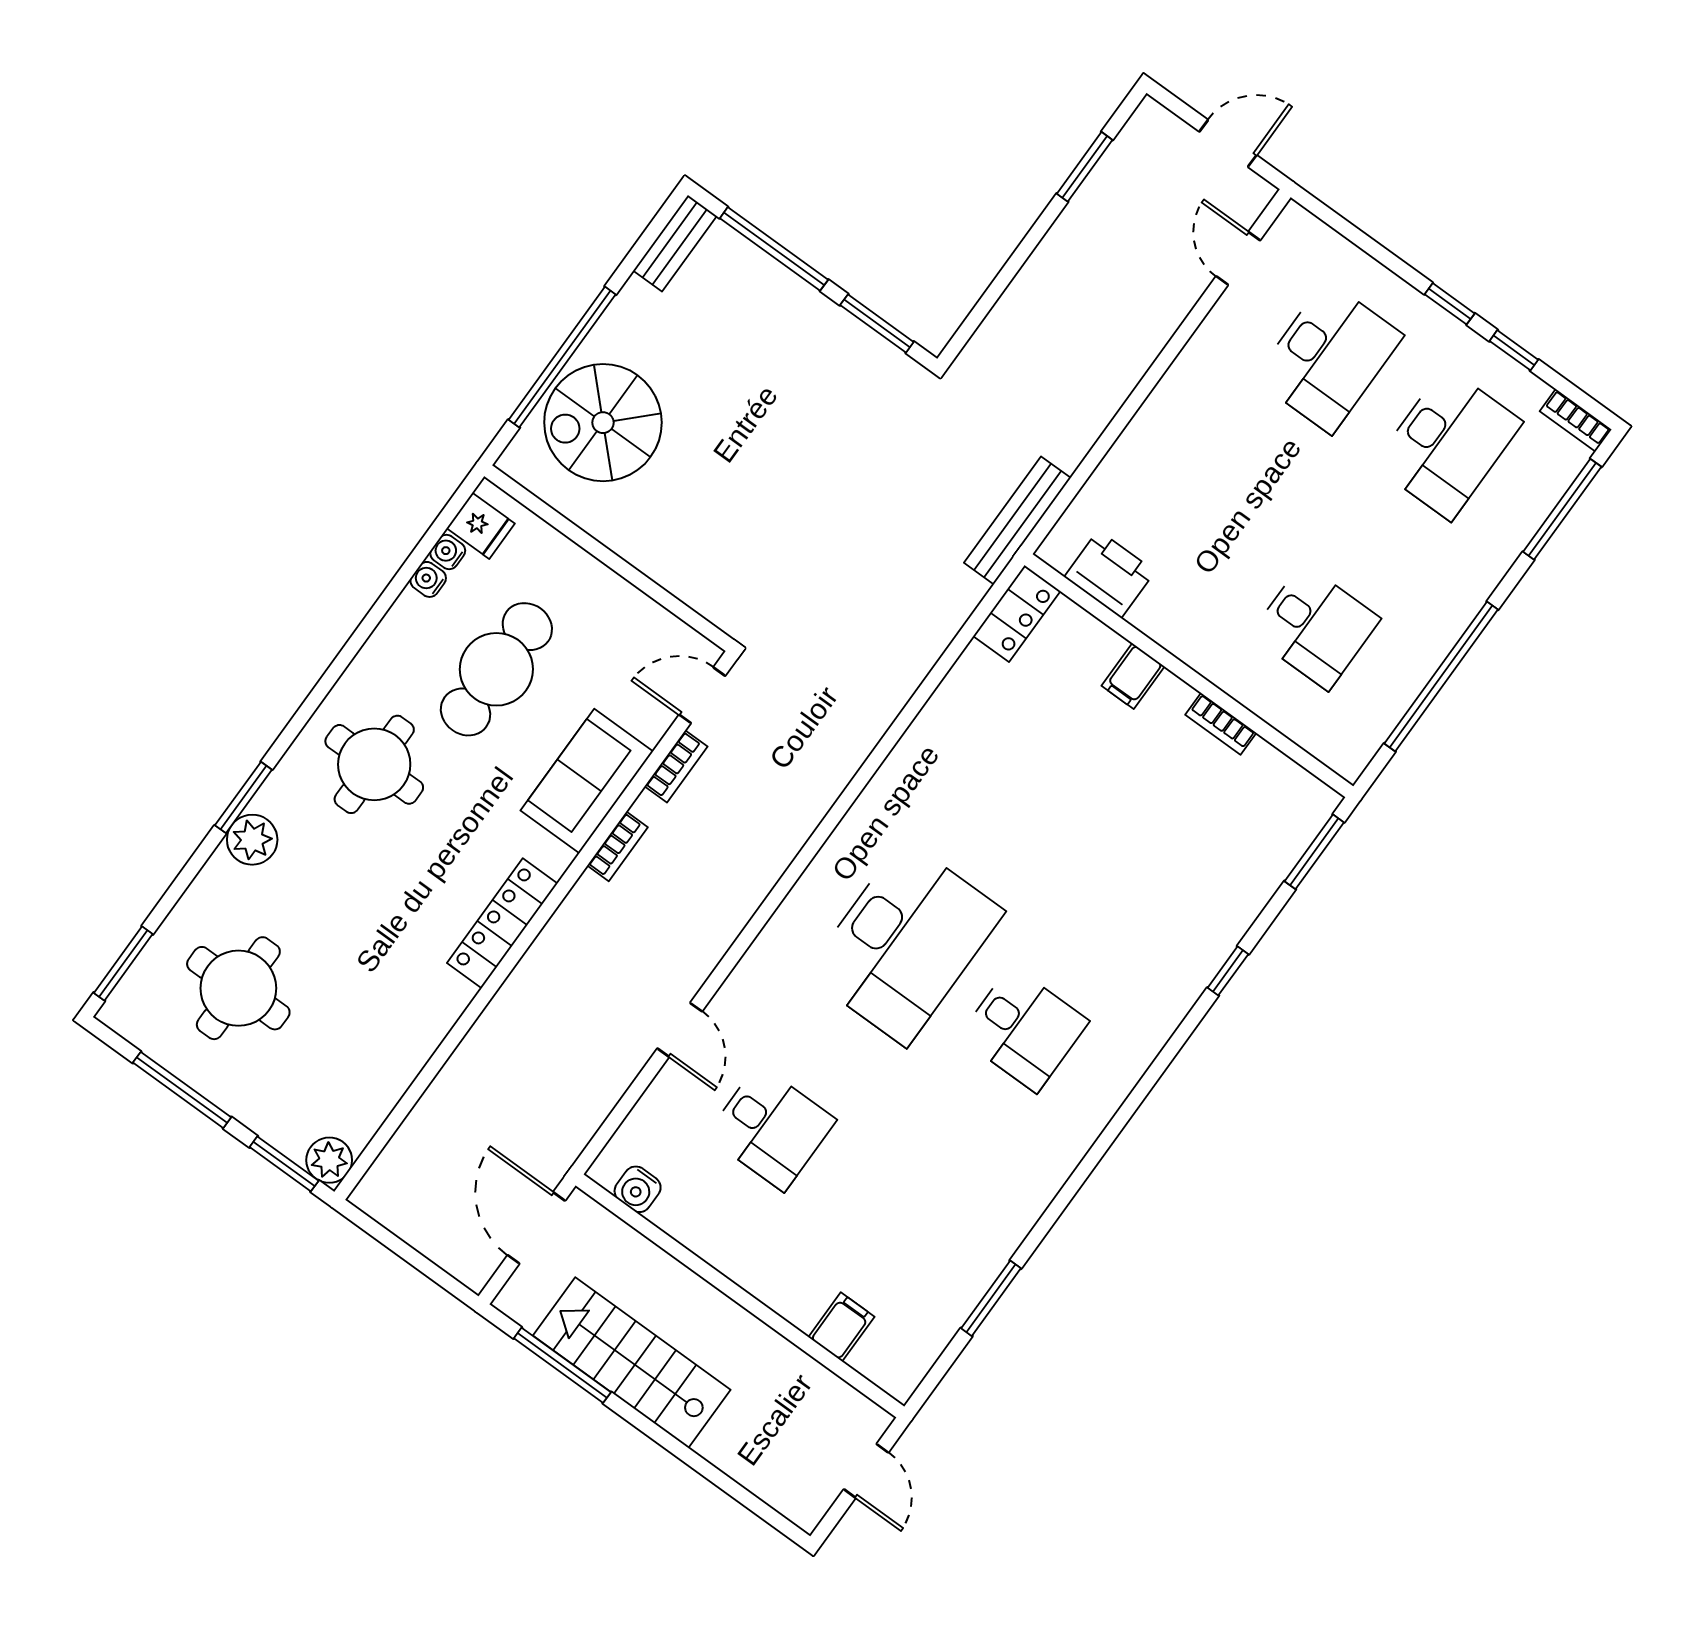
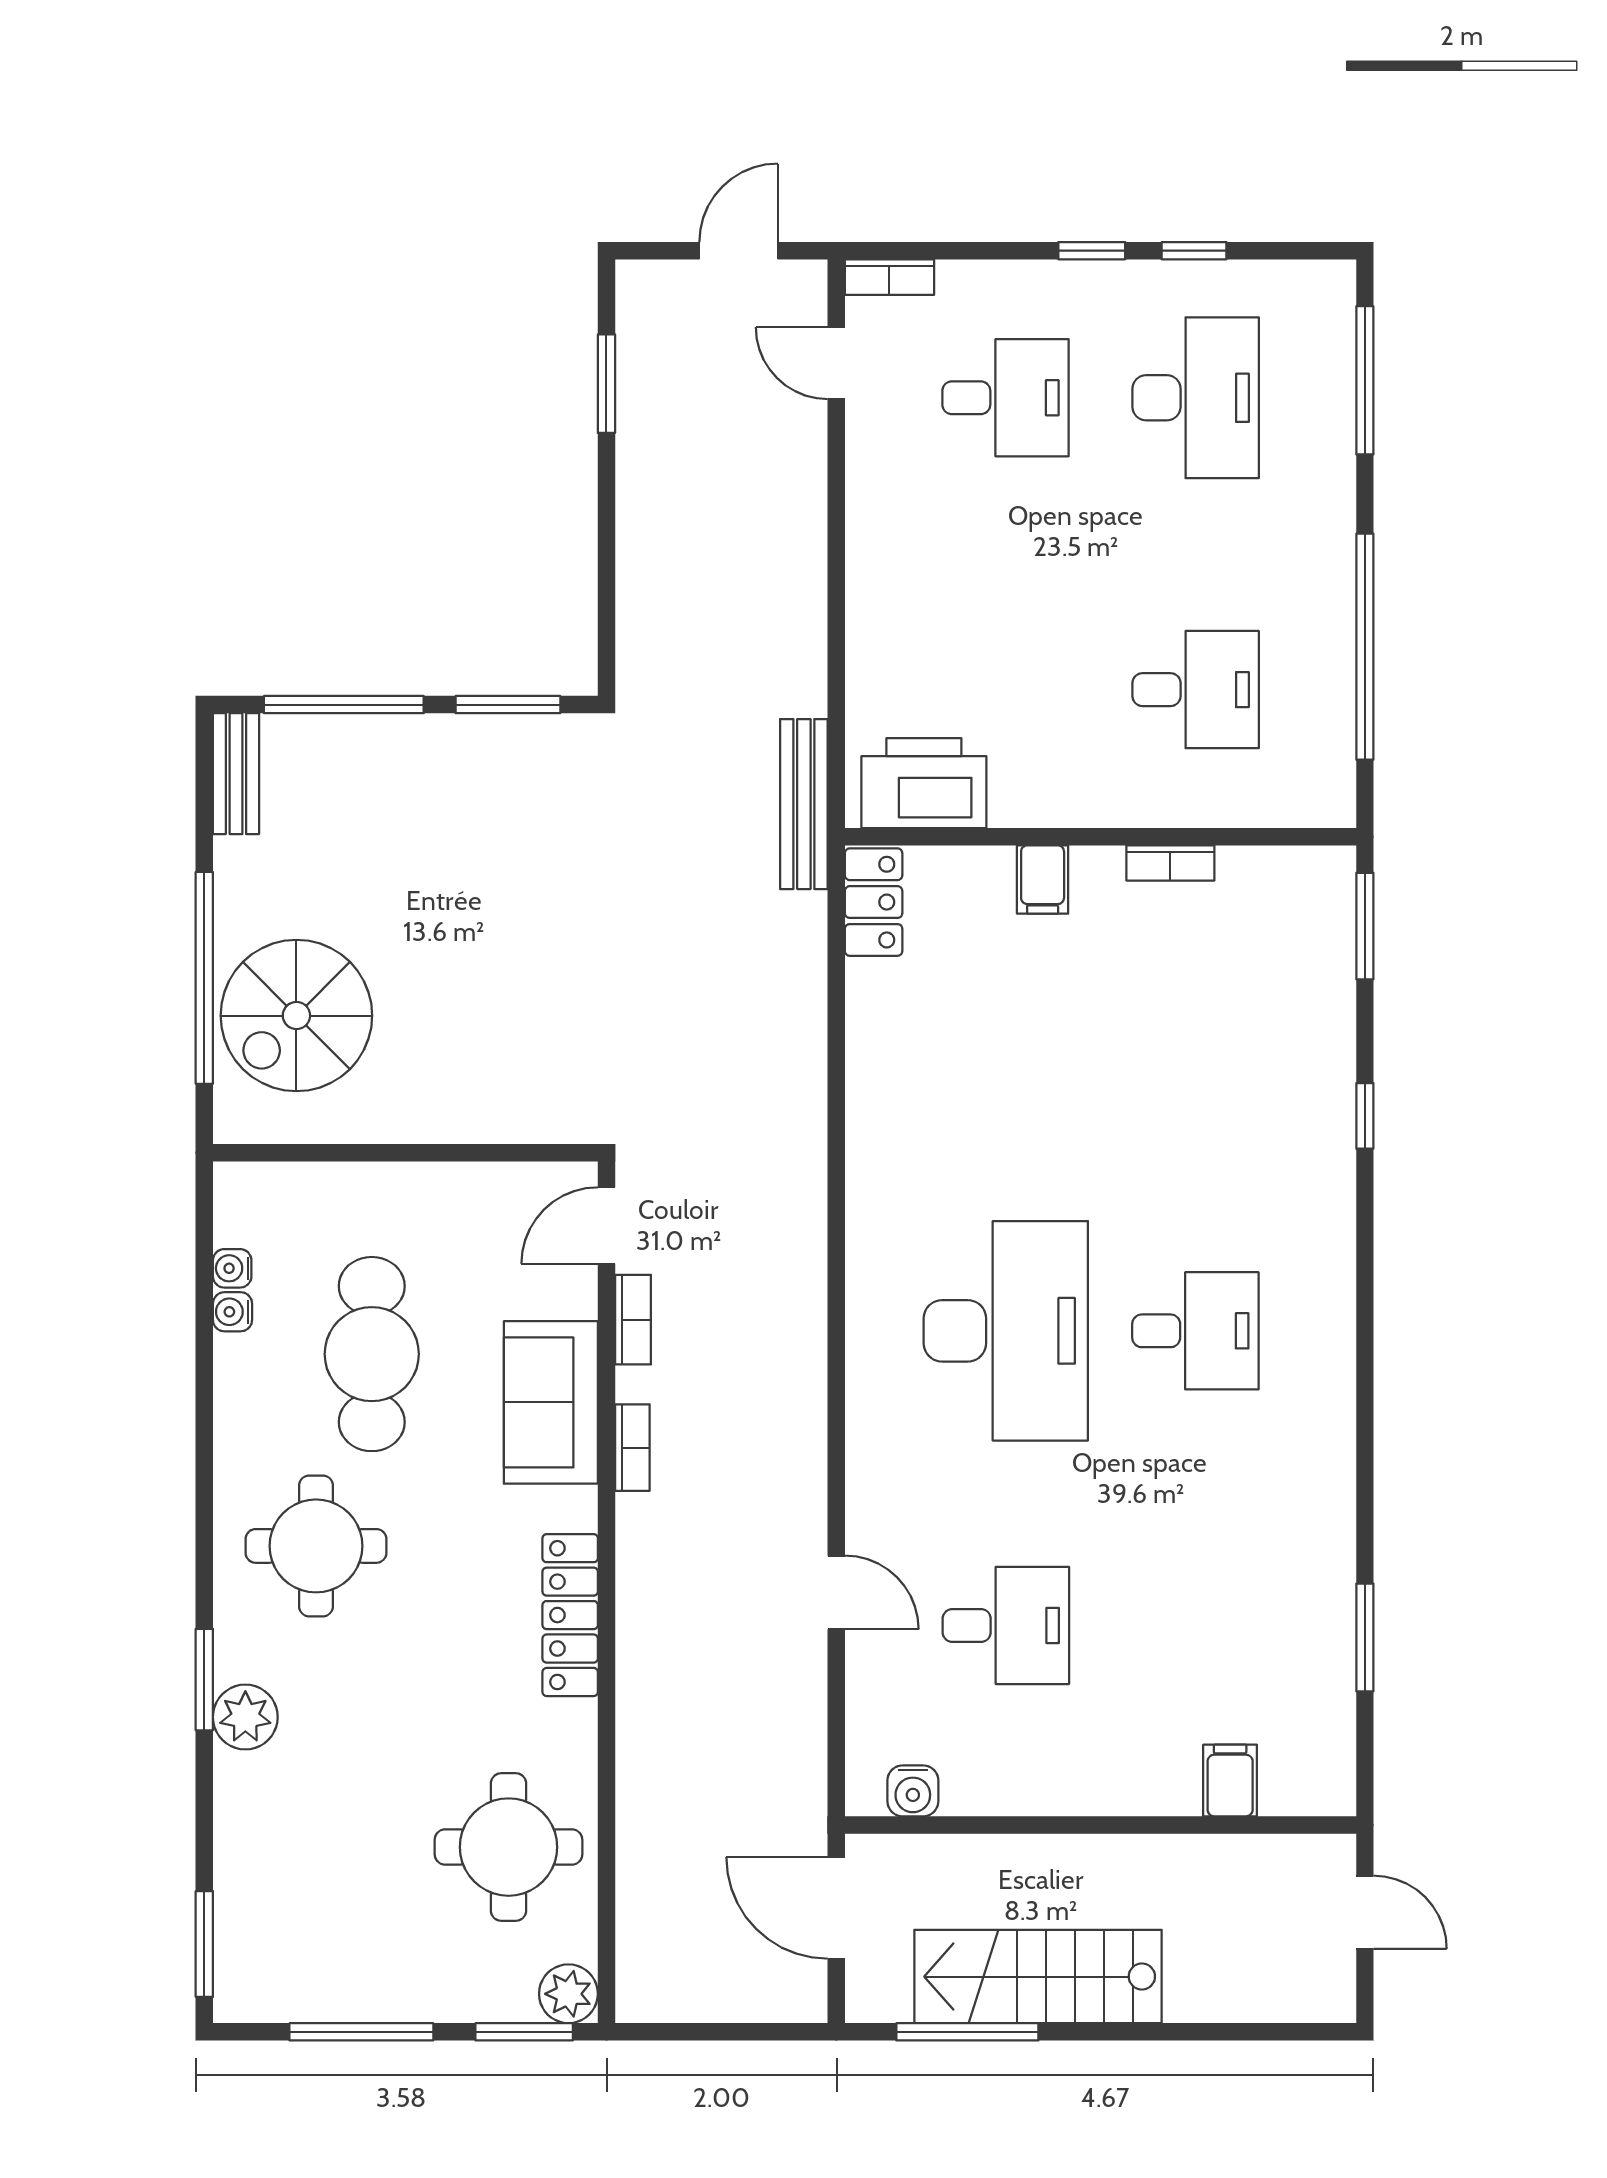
desk: (1329, 357) -> (1005, 398), width x0.73
bookcase: (1576, 420) -> (889, 277), moved
fridge: (481, 526) -> (247, 1216), removed
printer: (1110, 574) -> (924, 783), width x1.37, depth x1.19
round table: (238, 988) -> (509, 1847), moved

